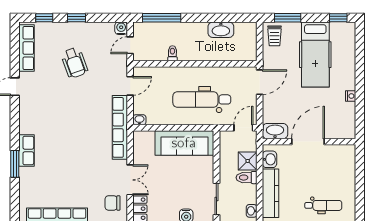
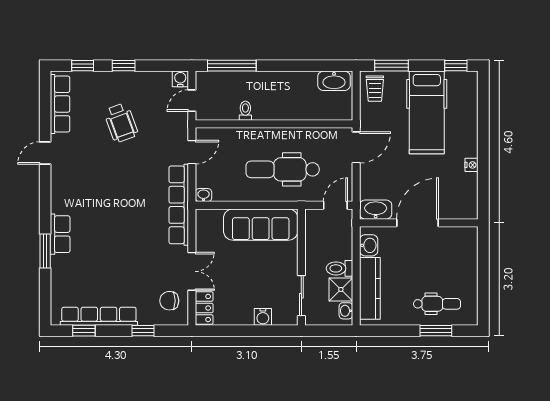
washbasin: (221, 30) -> (334, 81), moved
shower: (248, 161) -> (341, 289), moved

